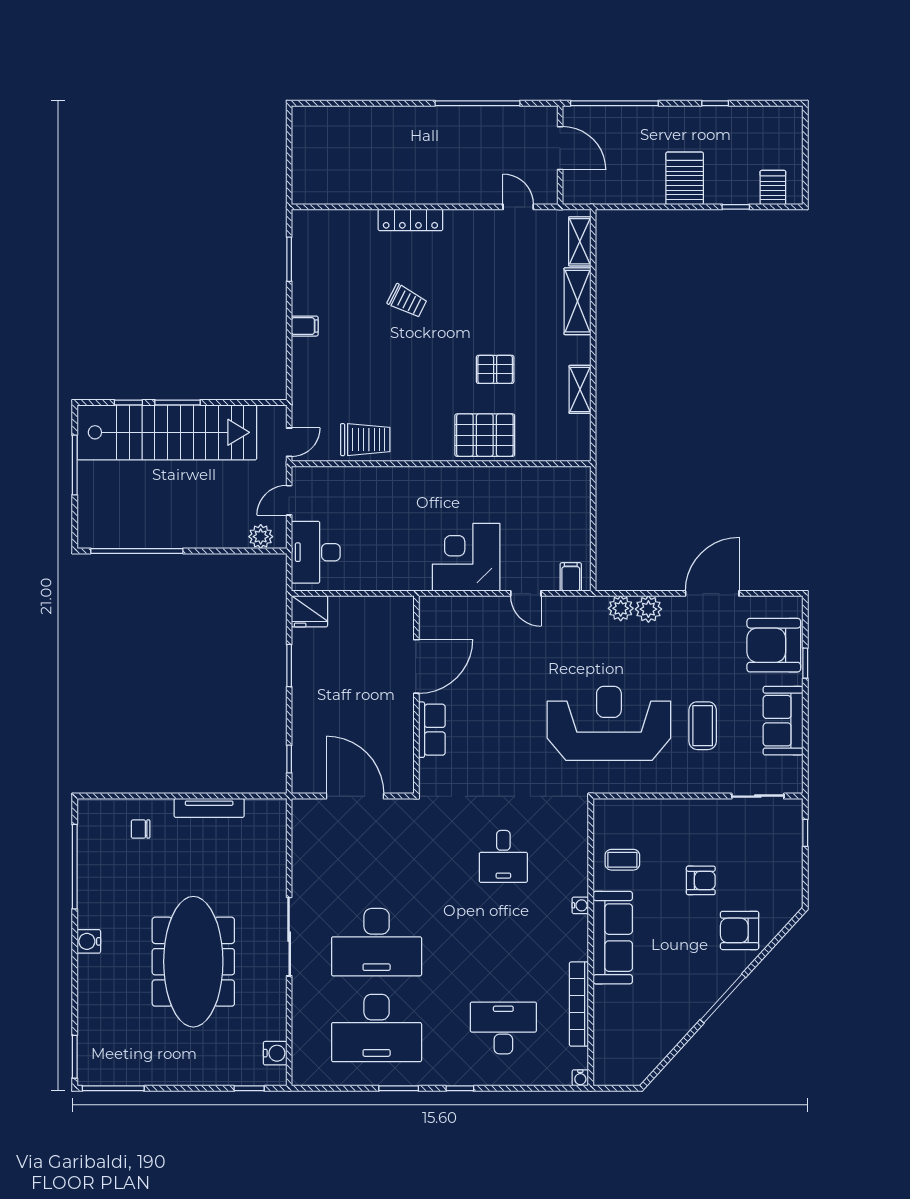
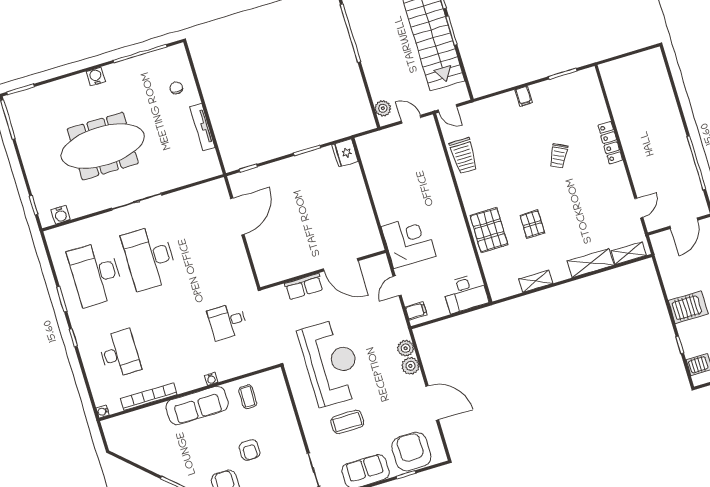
desk: (316, 552) -> (465, 293), moved, turned 180
door: (416, 666) -> (341, 265), moved
wall: (416, 695) -> (323, 270), moved
row of seats: (432, 730) -> (304, 287), moved

